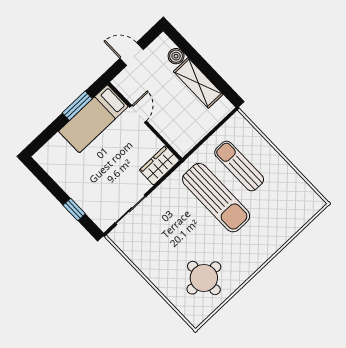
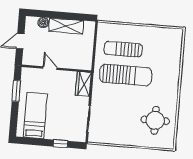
bed: (93, 119) -> (35, 116), moved, turned 180

